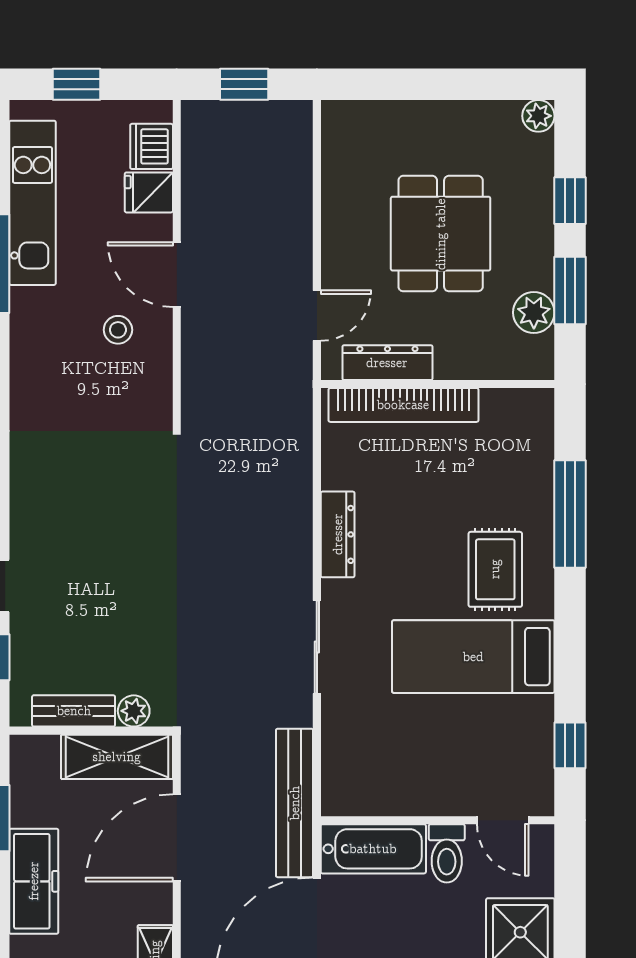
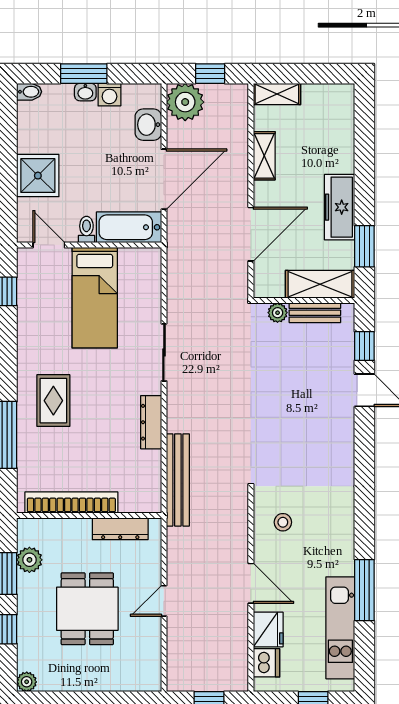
fridge: (149, 192) -> (268, 629), width x1.38
door: (317, 316) -> (164, 601), moved
stool: (118, 330) -> (283, 522), moved
bookcase: (403, 405) -> (71, 502), moved
bed: (473, 657) -> (95, 298), moved, turned 90
shelving: (117, 757) -> (320, 284), moved
bench: (295, 803) -> (178, 480), moved
toilet: (447, 853) -> (86, 229), width x0.73, depth x0.72

